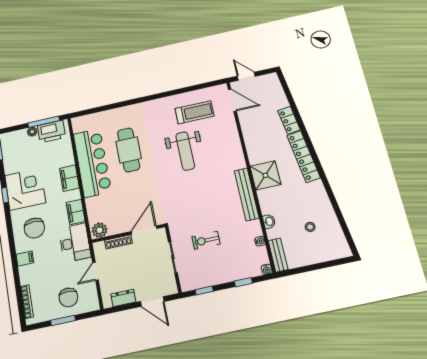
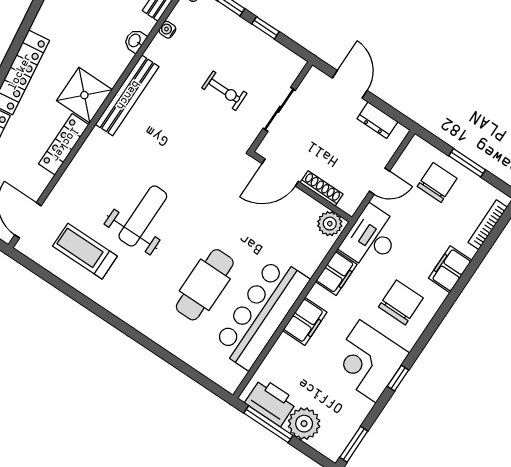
plant: (32, 132) -> (304, 424), width x1.88, depth x1.88
locker: (252, 146) -> (64, 144), added
filing cabinet: (25, 259) -> (450, 269), width x2.00
window: (204, 290) -> (266, 28), moved

